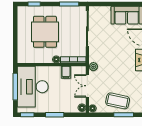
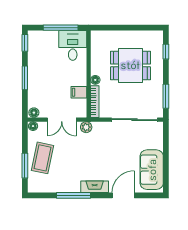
double door: (87, 86) -> (62, 120), swing flipped
desk: (33, 87) -> (73, 45), width x0.53, depth x0.77

